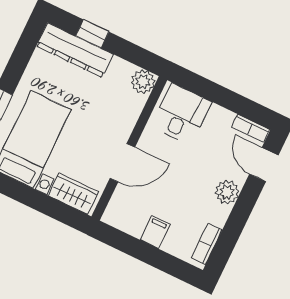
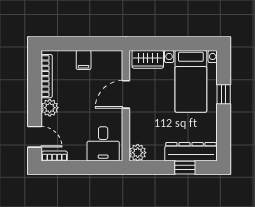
bookcase: (207, 244) -> (47, 76), width x1.56

